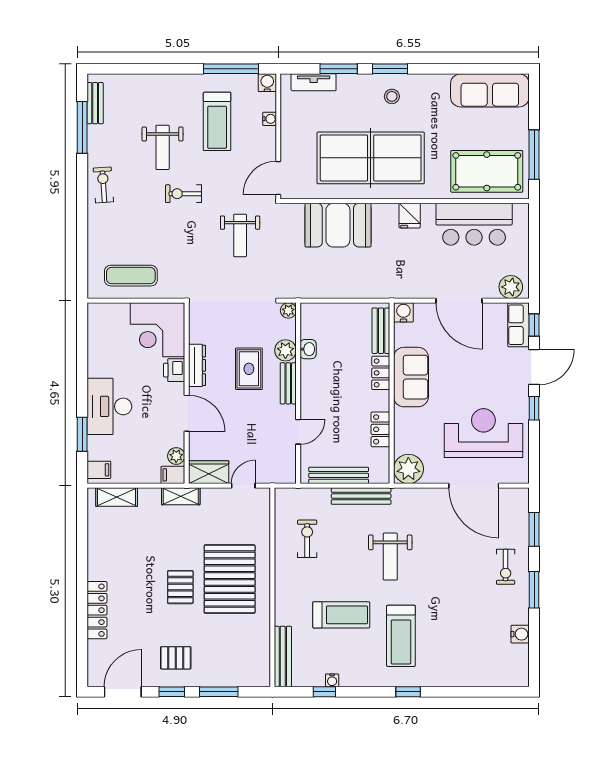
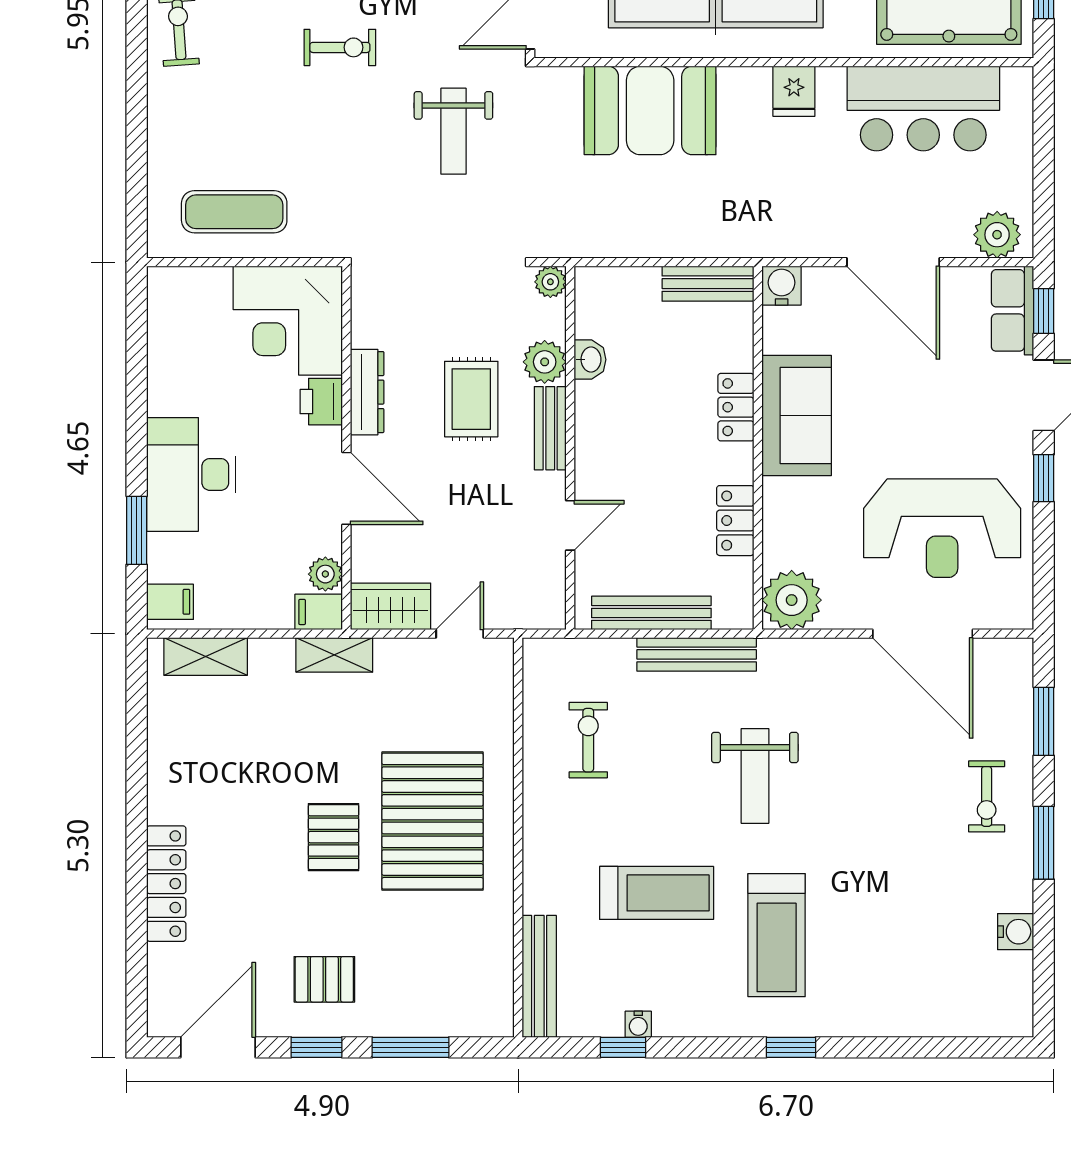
exercise bike: (183, 194) -> (340, 47), turned 180
bench: (381, 331) -> (708, 284), moved, turned 90
reception desk: (483, 433) -> (942, 528), turned 180

